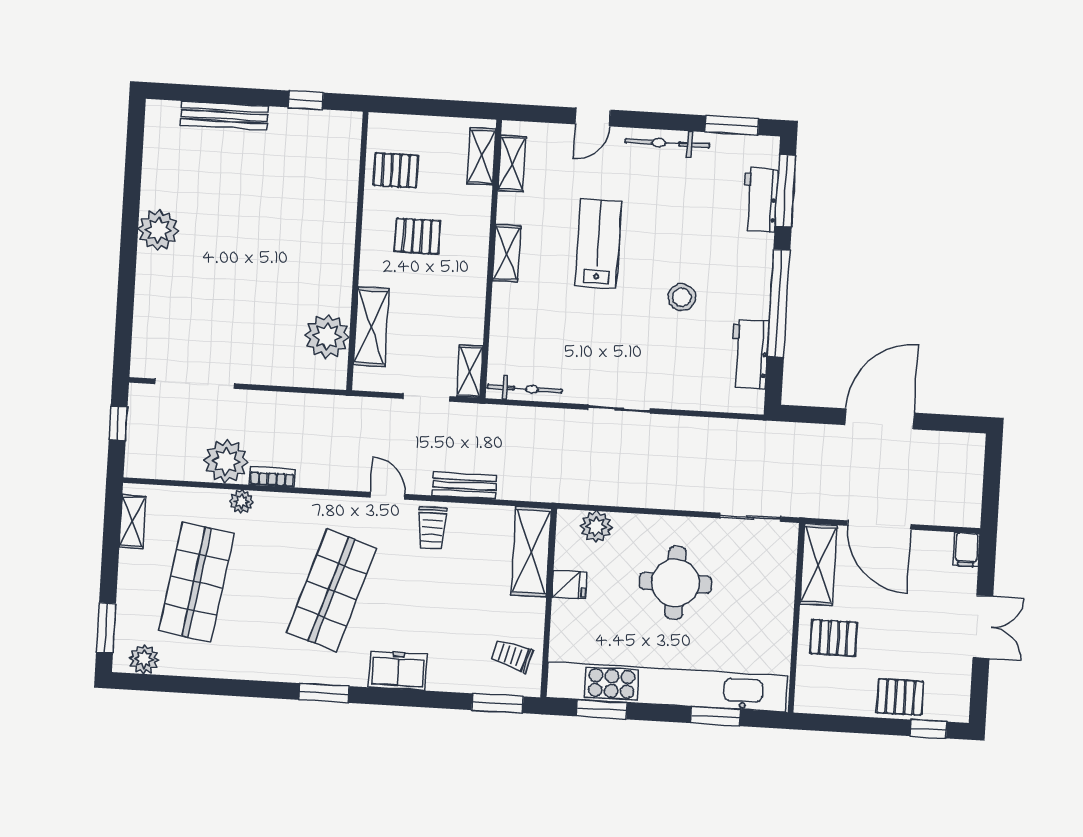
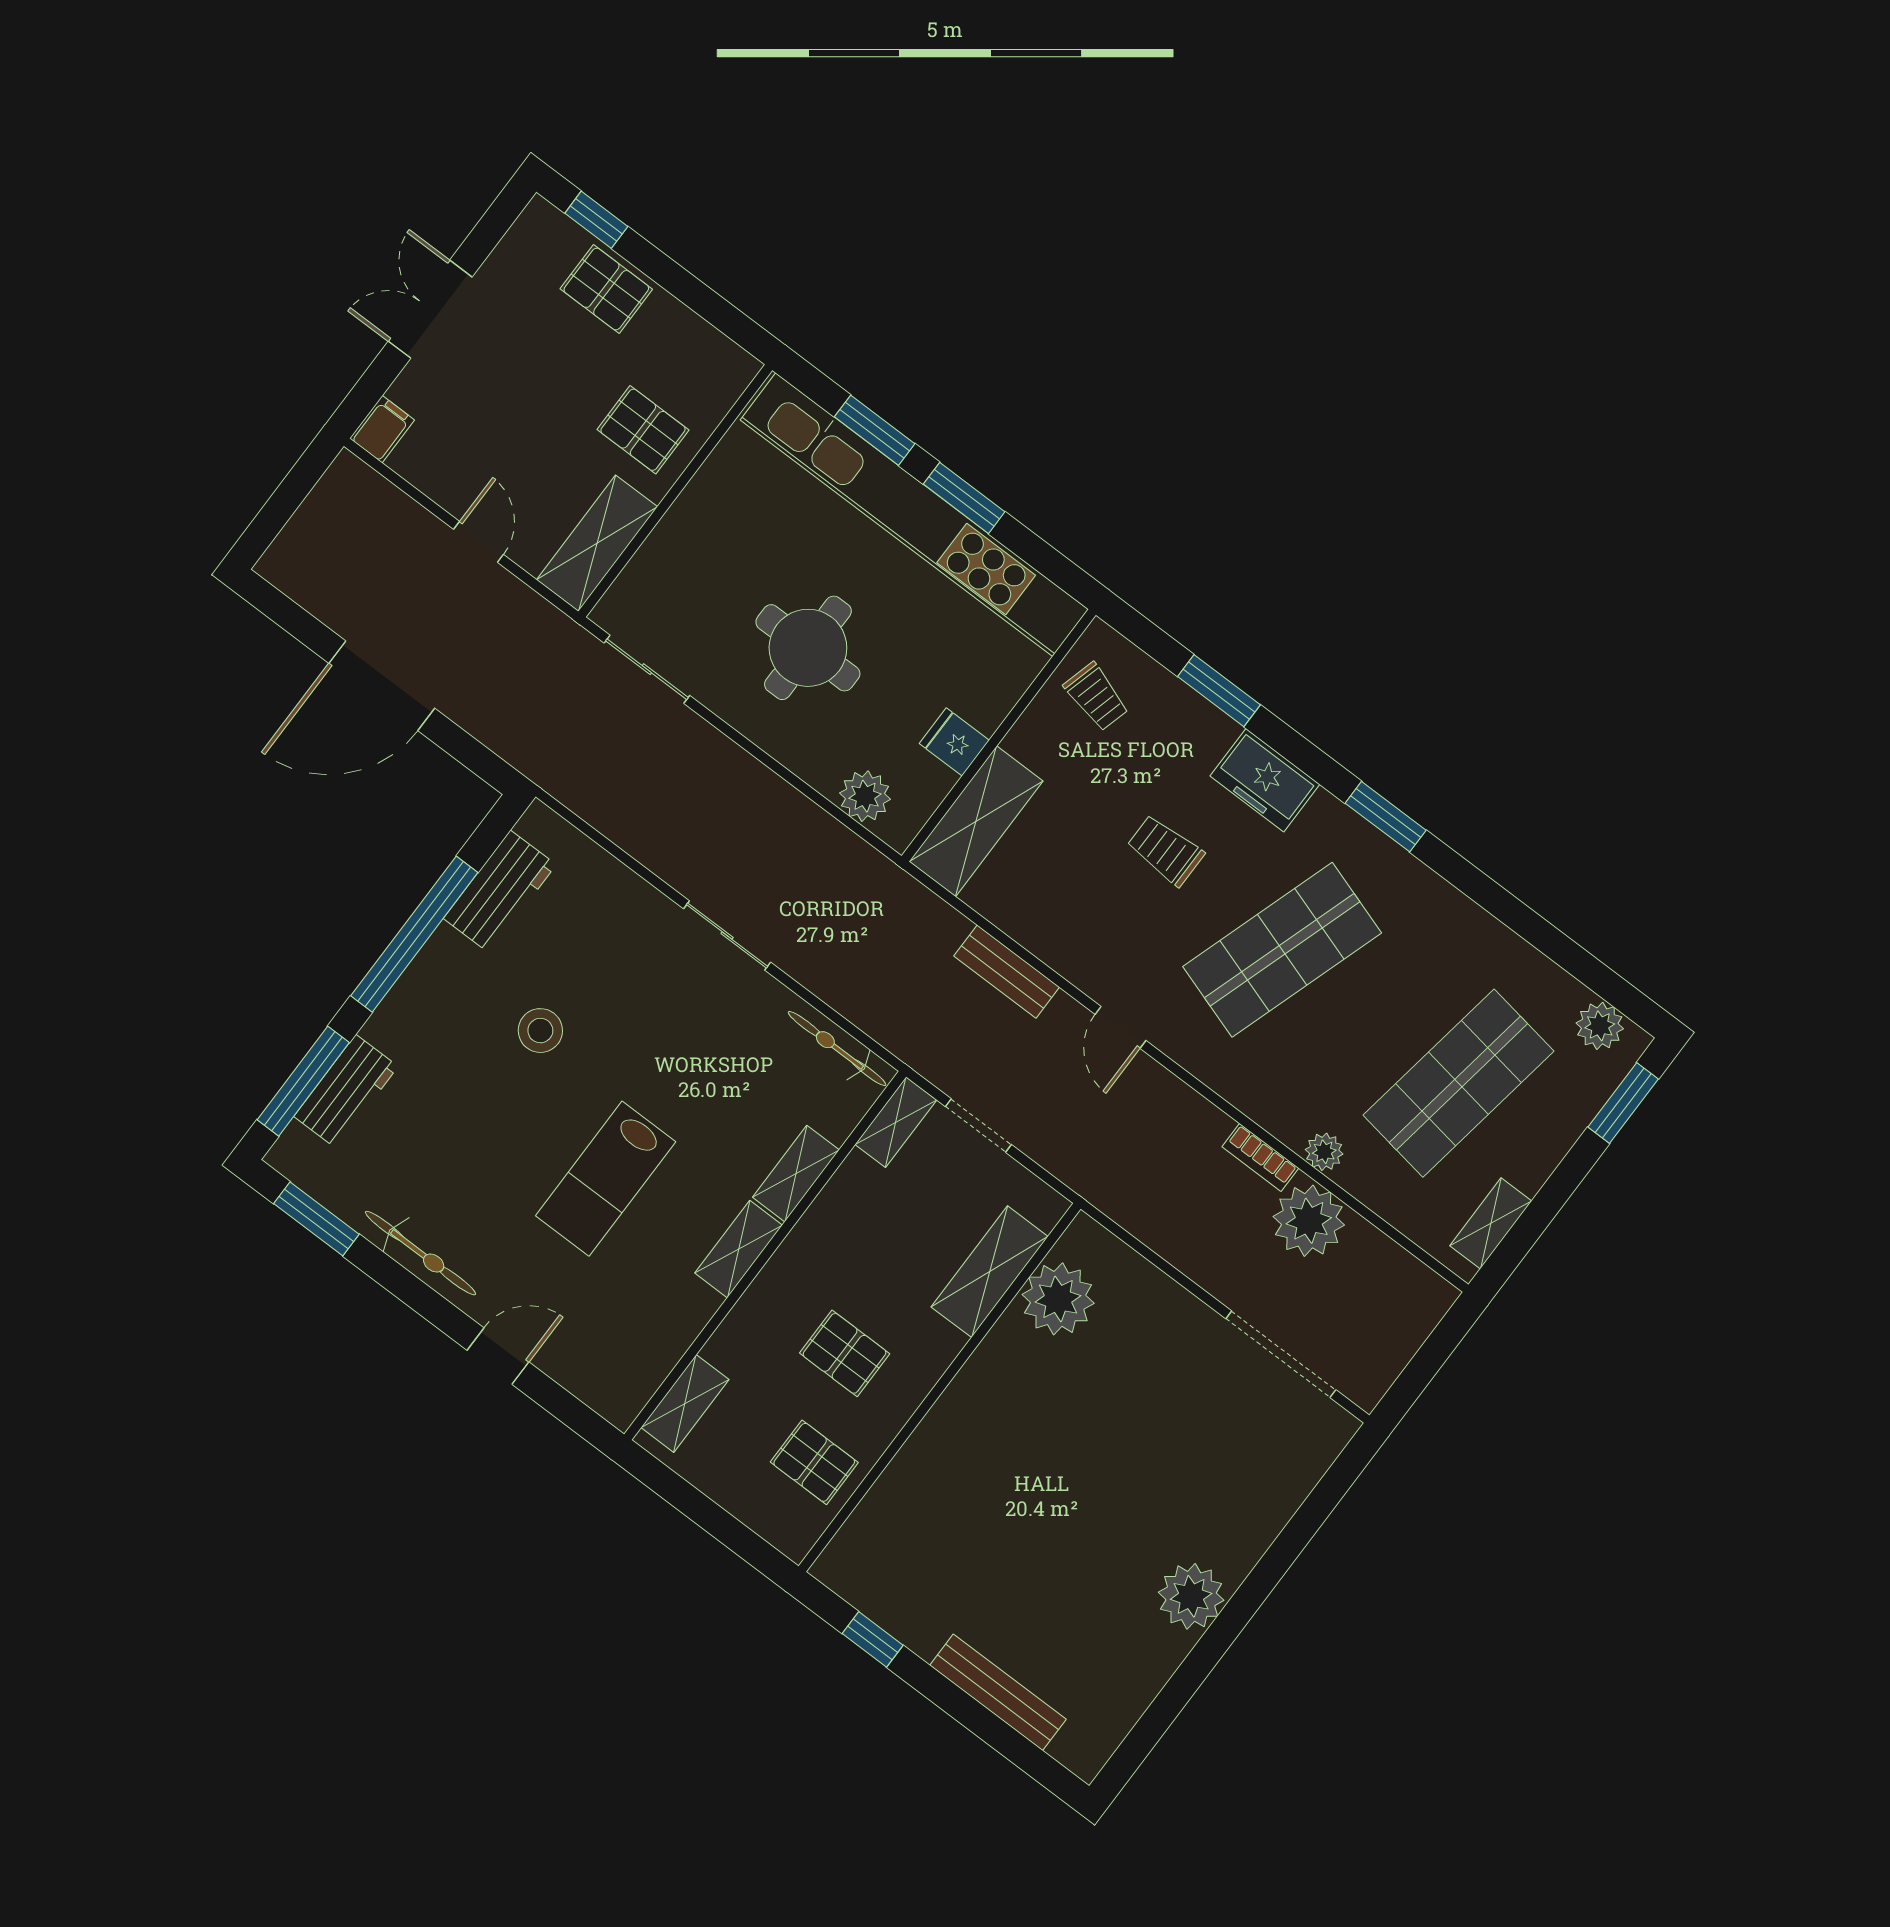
shelving: (512, 164) -> (796, 1174), moved
window: (118, 423) -> (1421, 1370), removed
door: (879, 525) -> (479, 542), width x0.53
trolley: (432, 528) -> (1166, 850), moved, turned -90
window: (498, 703) -> (1219, 691), moved
window: (602, 710) -> (964, 498), moved

